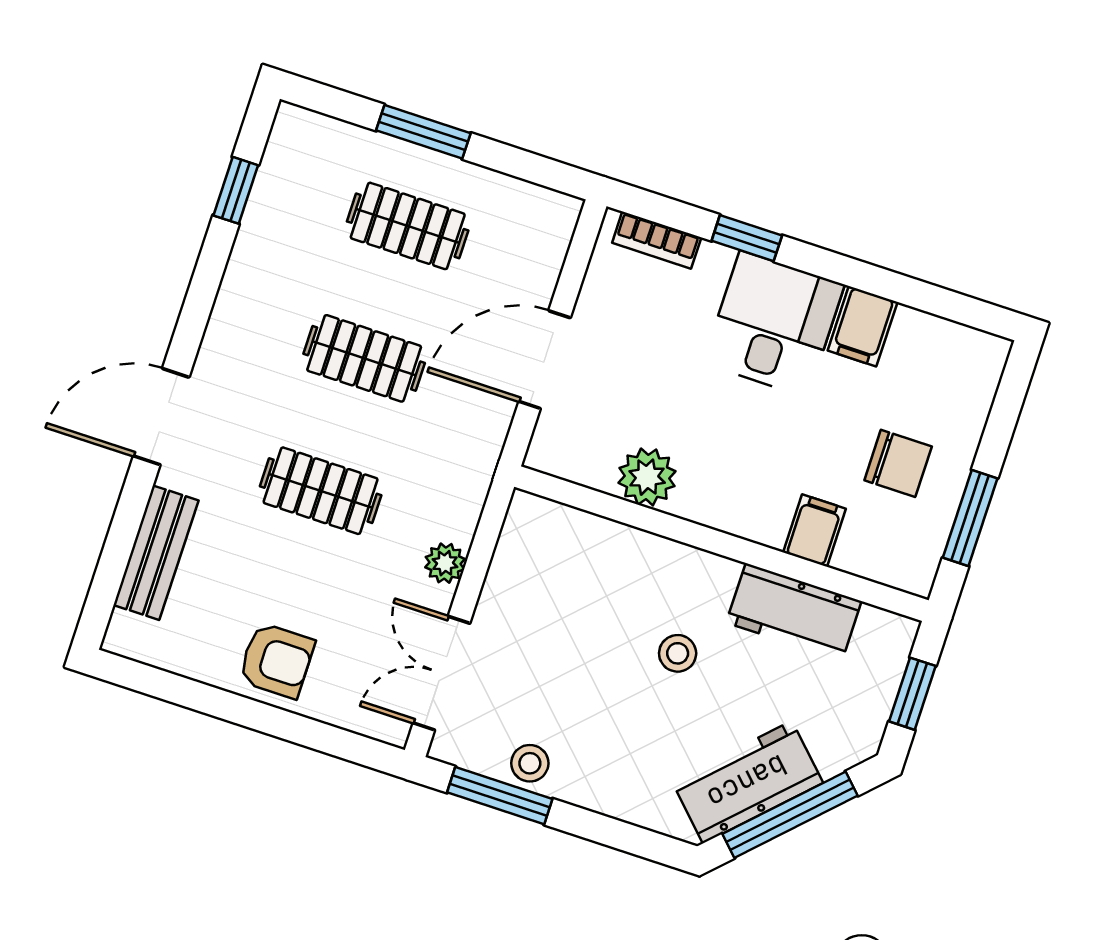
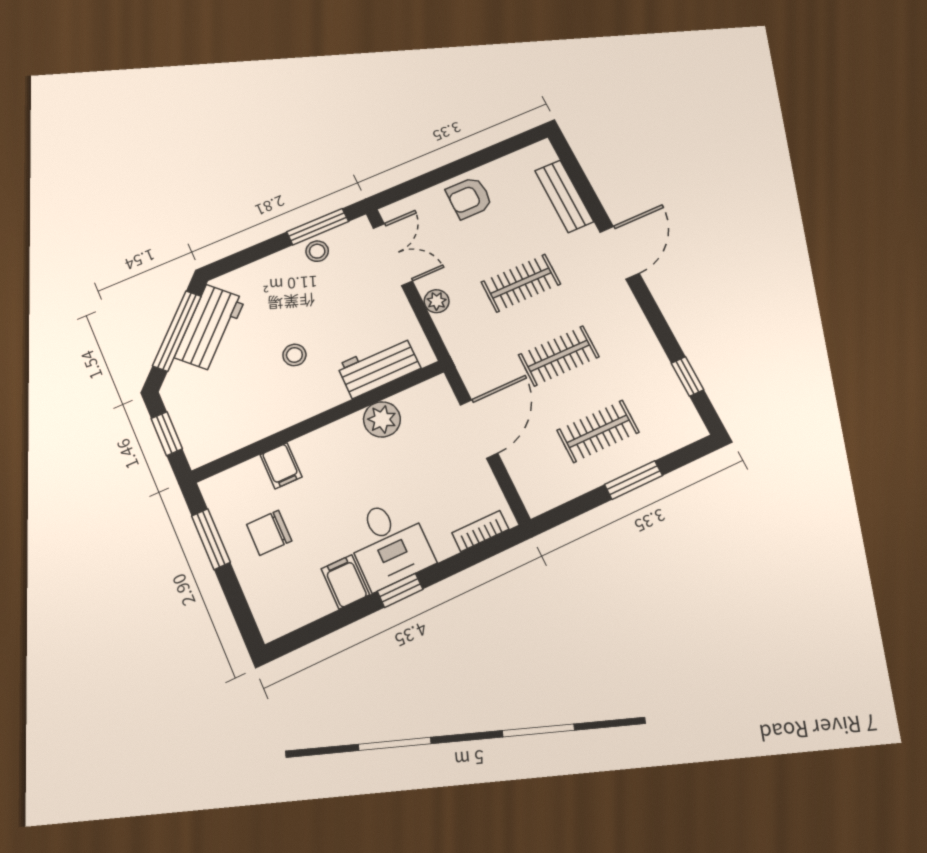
window: (747, 238) -> (400, 590), moved
workbench: (794, 612) -> (379, 367), moved

